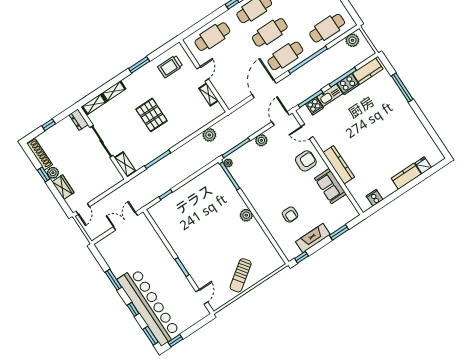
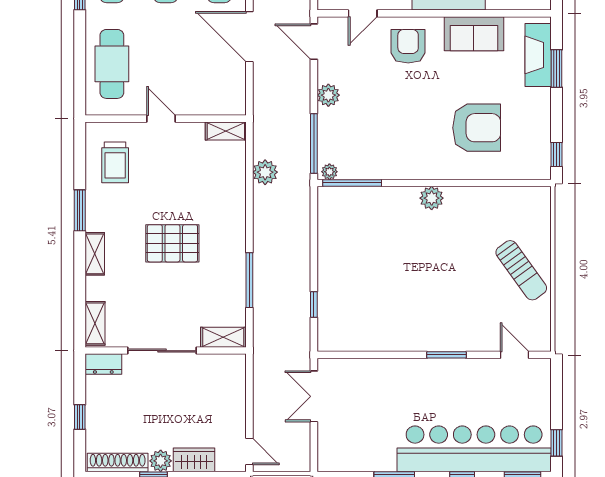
shelving: (114, 91) -> (95, 254), moved
shelving: (209, 94) -> (226, 131), moved
armchair: (290, 215) -> (477, 128), width x1.88, depth x1.88
fireplace: (313, 238) -> (538, 55), moved

